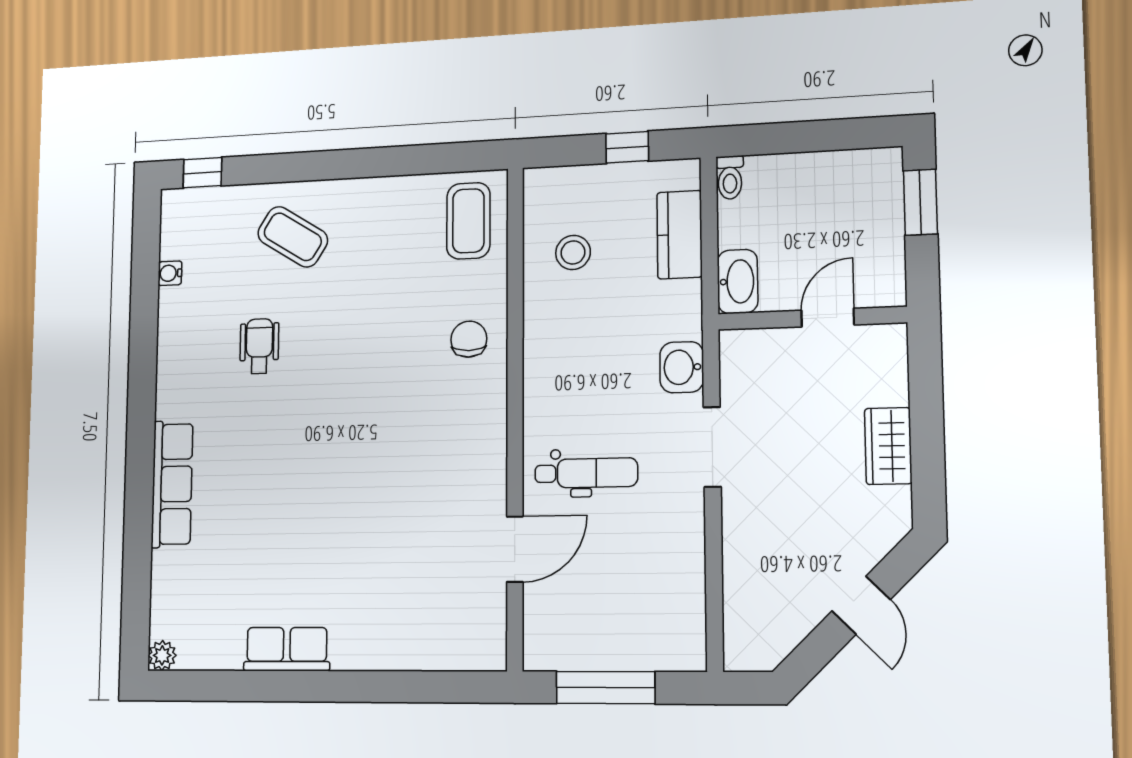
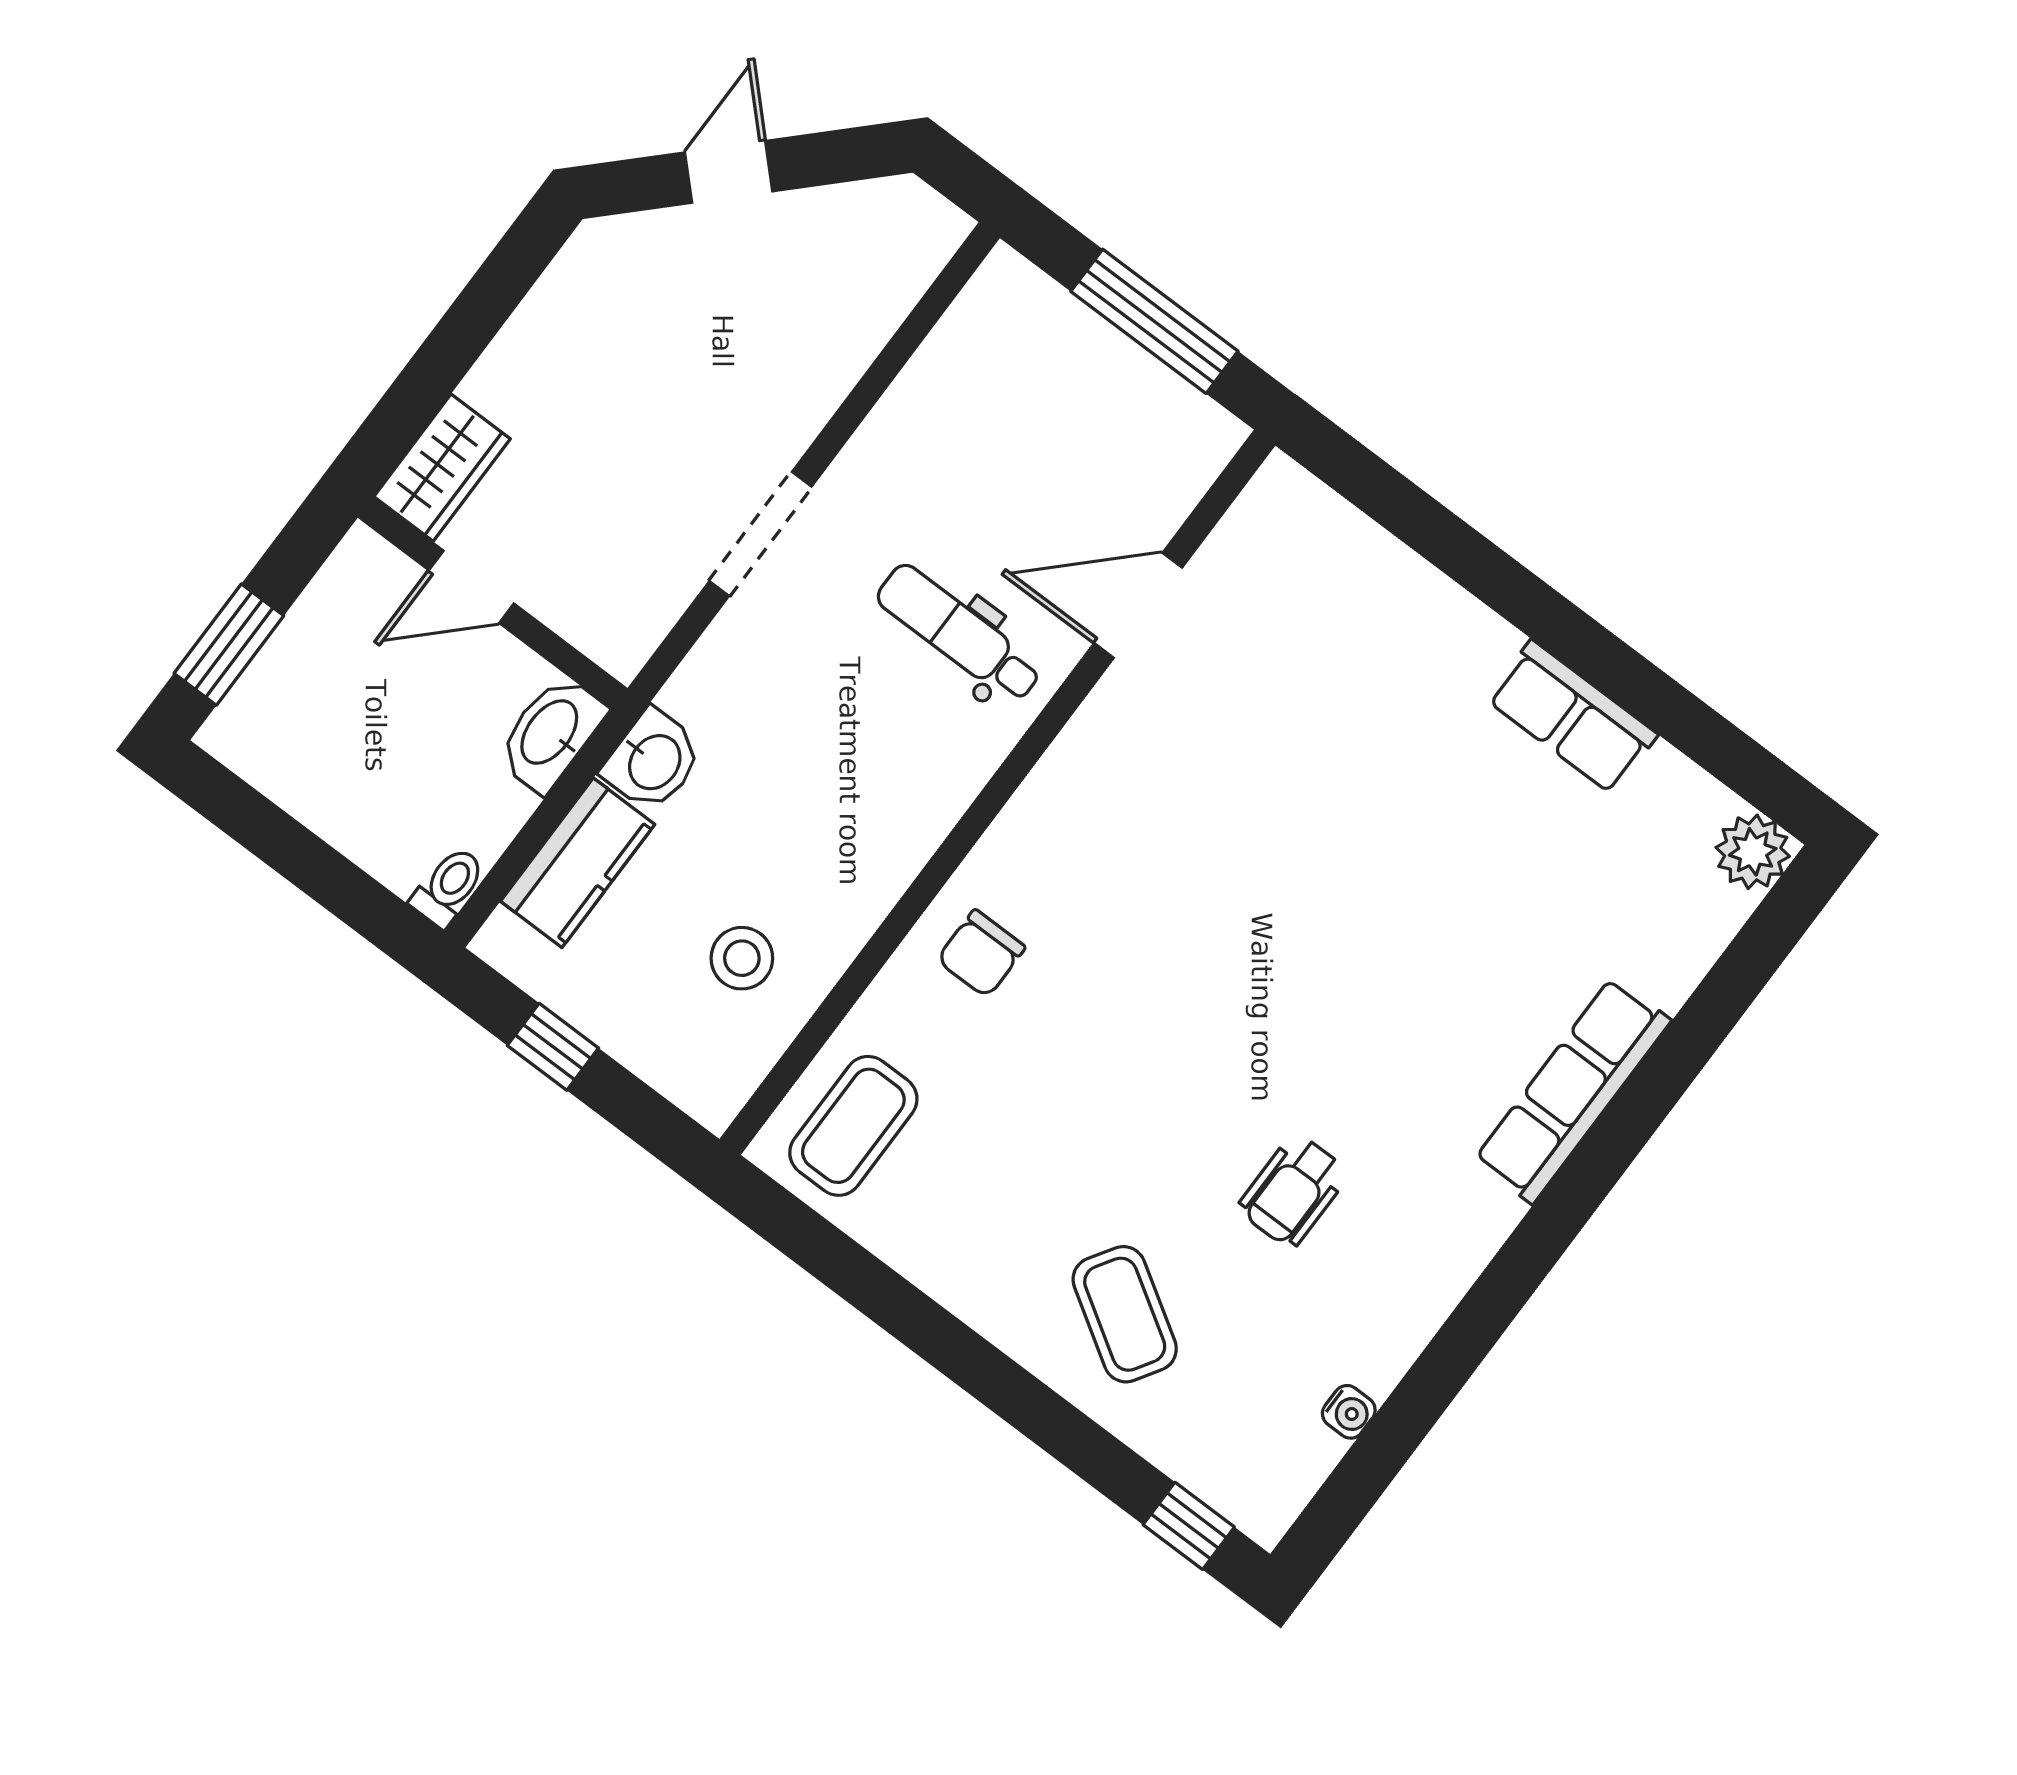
washbasin: (682, 367) -> (653, 761), moved
wardrobe: (888, 446) -> (442, 468), moved
plant: (162, 655) -> (1753, 852), width x1.38, depth x1.38

